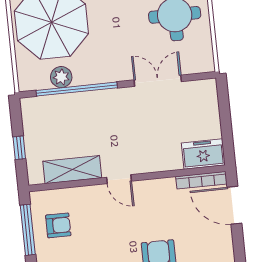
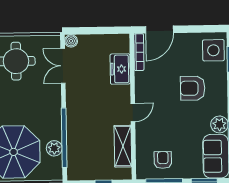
double door: (158, 81) -> (63, 66), moved
boiler: (209, 87) -> (71, 41), added
freezer: (203, 154) -> (120, 69), moved

